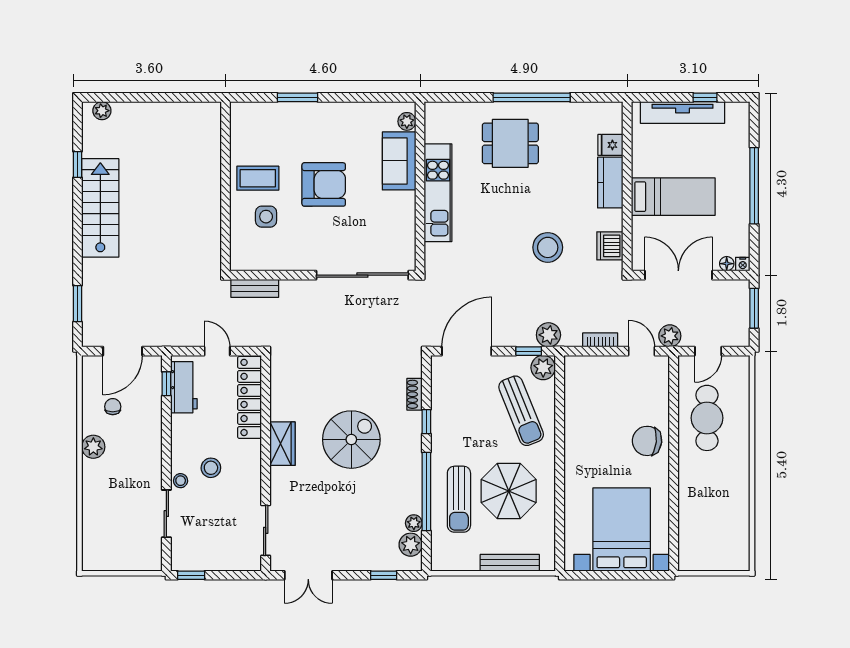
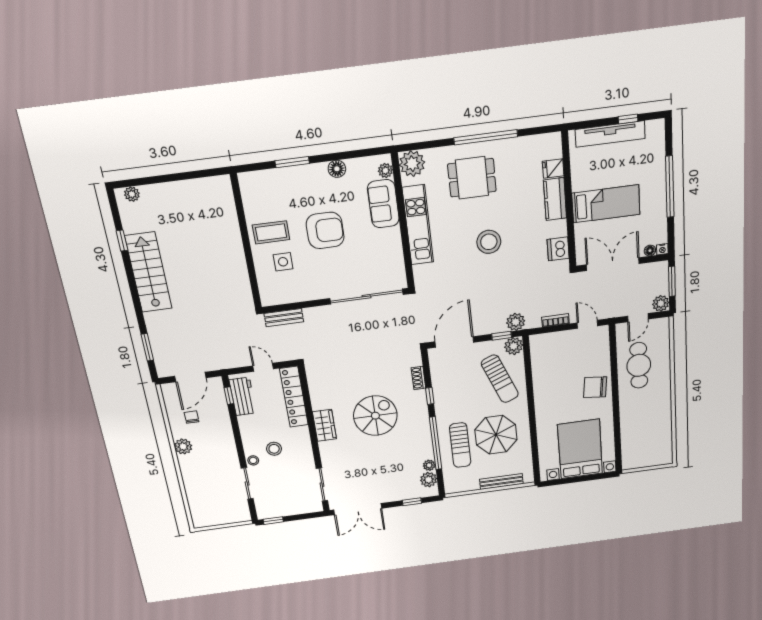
floor lamp: (349, 112) -> (337, 169), added
plant: (440, 117) -> (412, 164), added
stool: (548, 247) -> (489, 242), moved
plant: (670, 336) -> (661, 303), moved
double door: (308, 575) -> (358, 509), width x1.37

